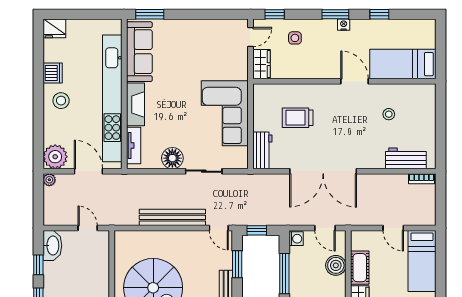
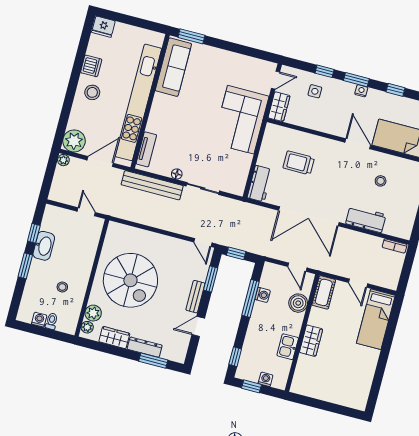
window: (275, 14) -> (325, 71), moved
fireplace: (136, 104) -> (158, 113), removed
corner sofa: (225, 113) -> (241, 120), moved
floor lamp: (172, 158) -> (177, 174), width x0.53, depth x0.53
workbench: (406, 158) -> (366, 219), moved
door: (88, 171) -> (100, 162), hinge flipped
bench: (172, 217) -> (152, 185), moved
washing machine: (296, 239) -> (263, 295), moved
washbasin: (52, 245) -> (44, 246), moved
cot: (360, 268) -> (324, 292), moved

